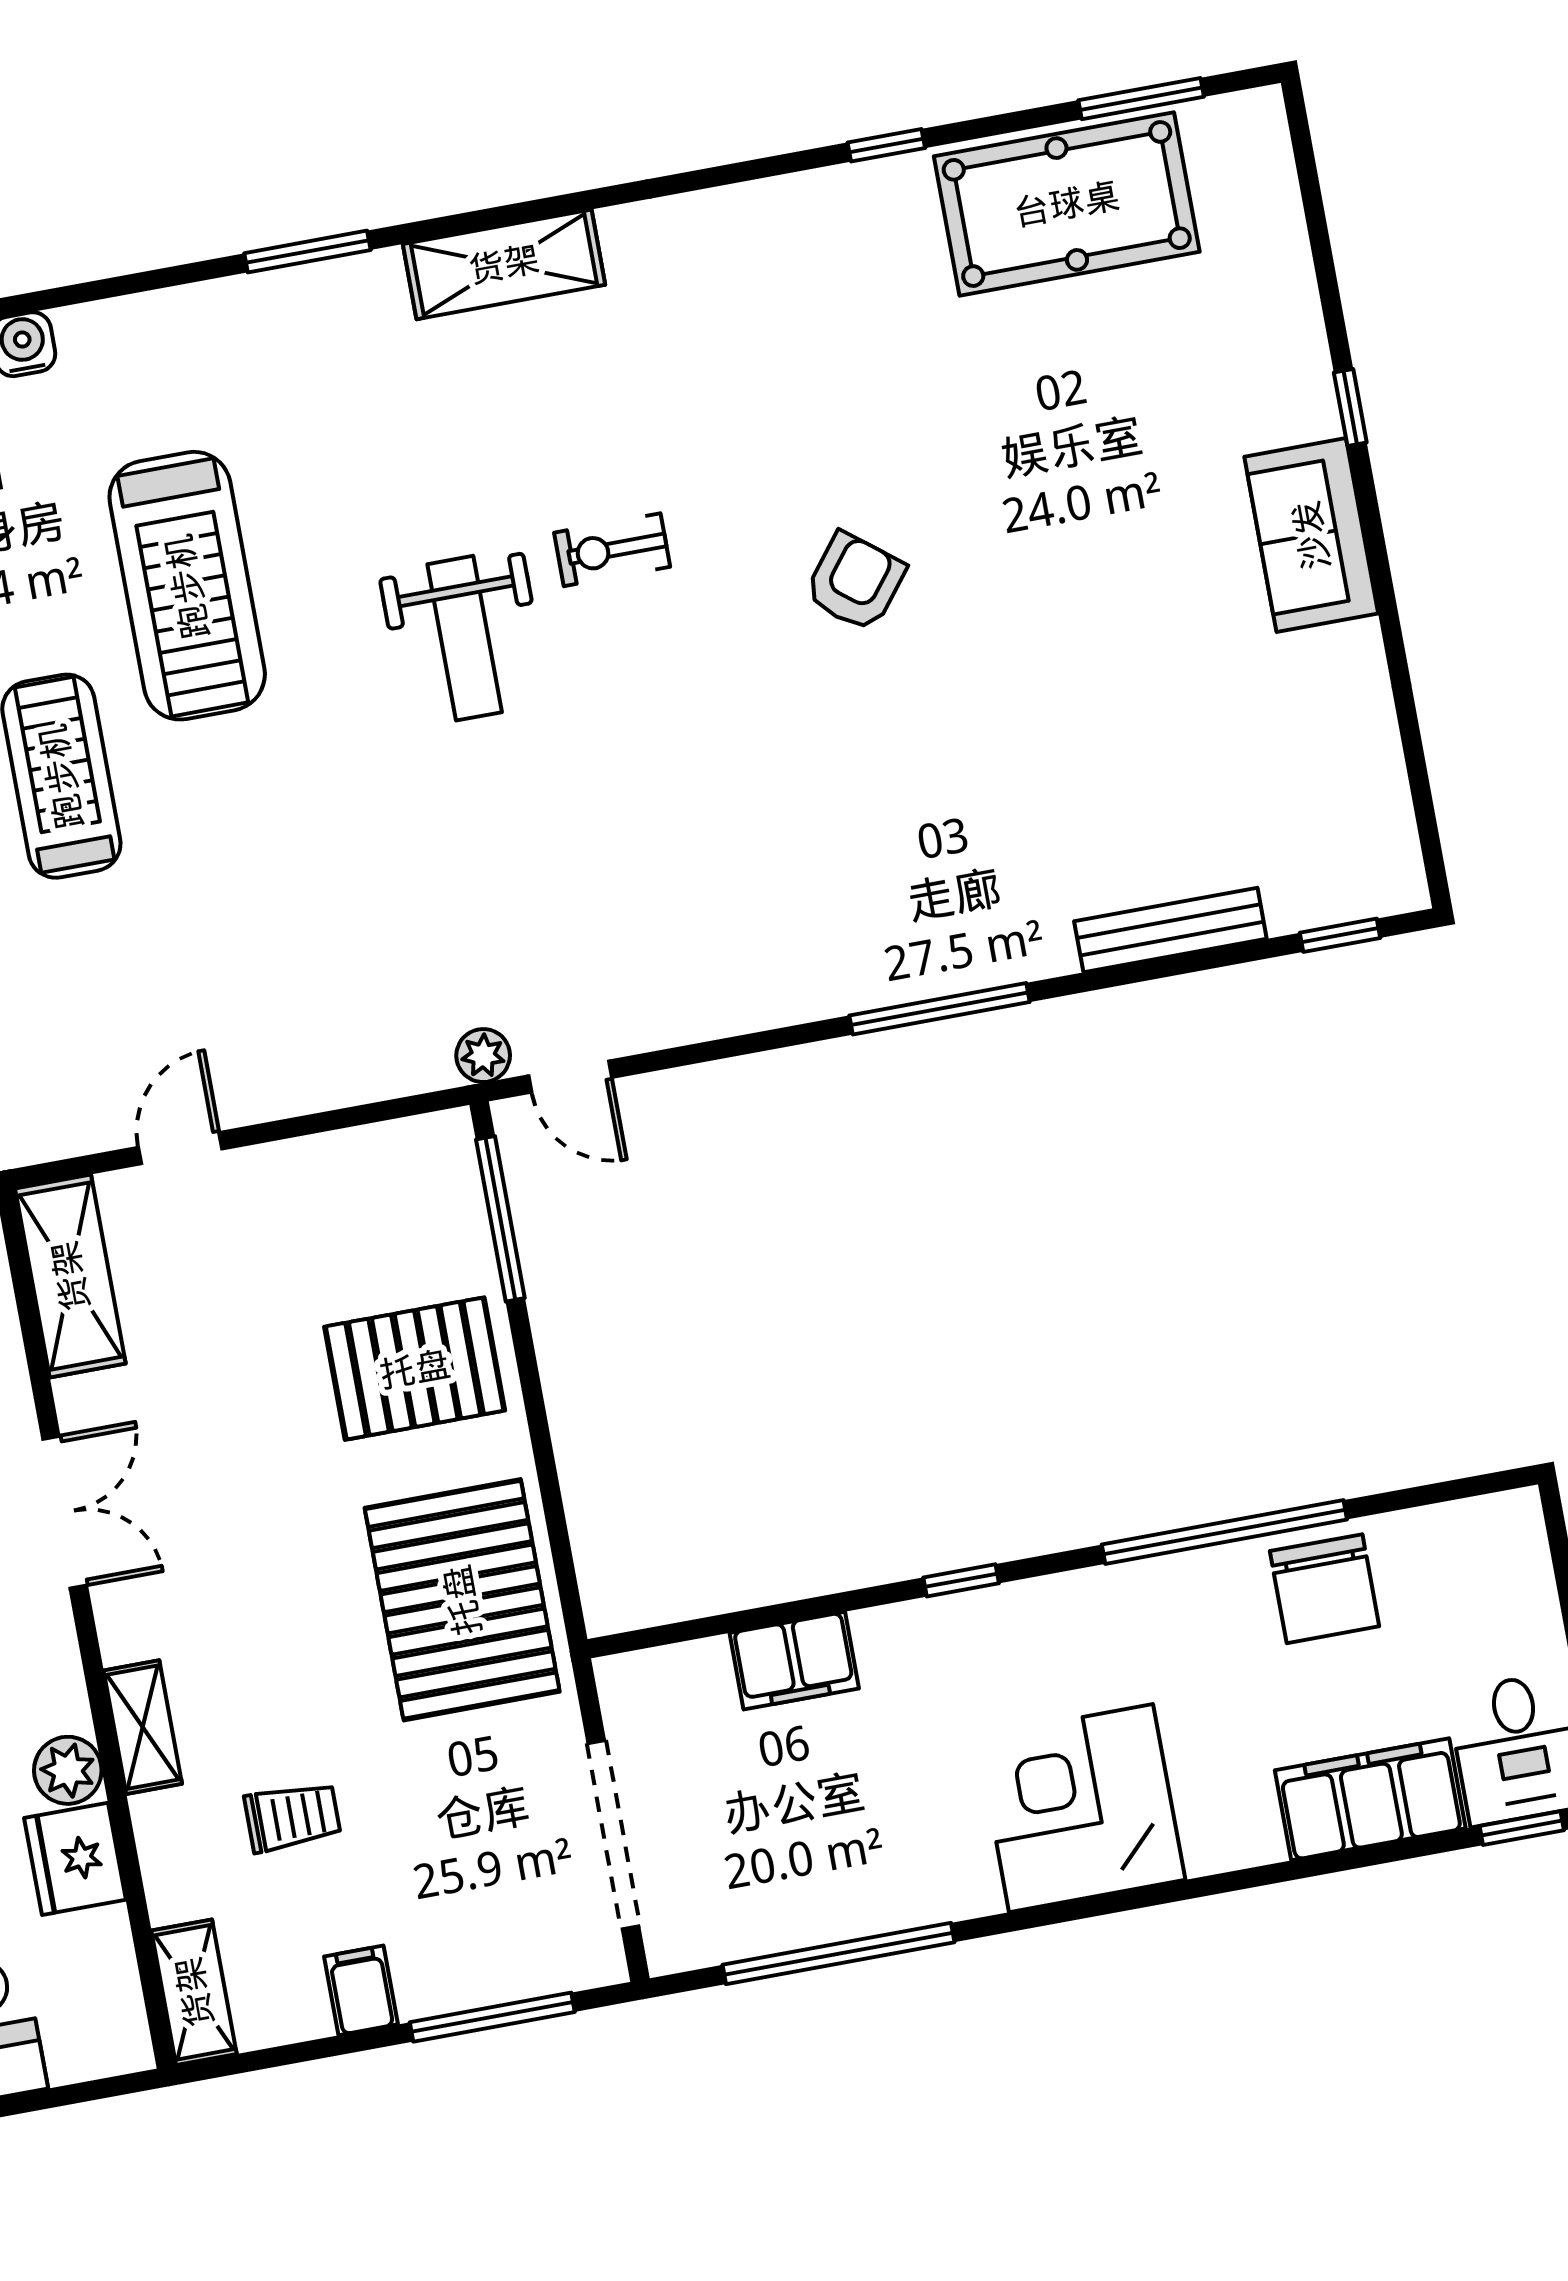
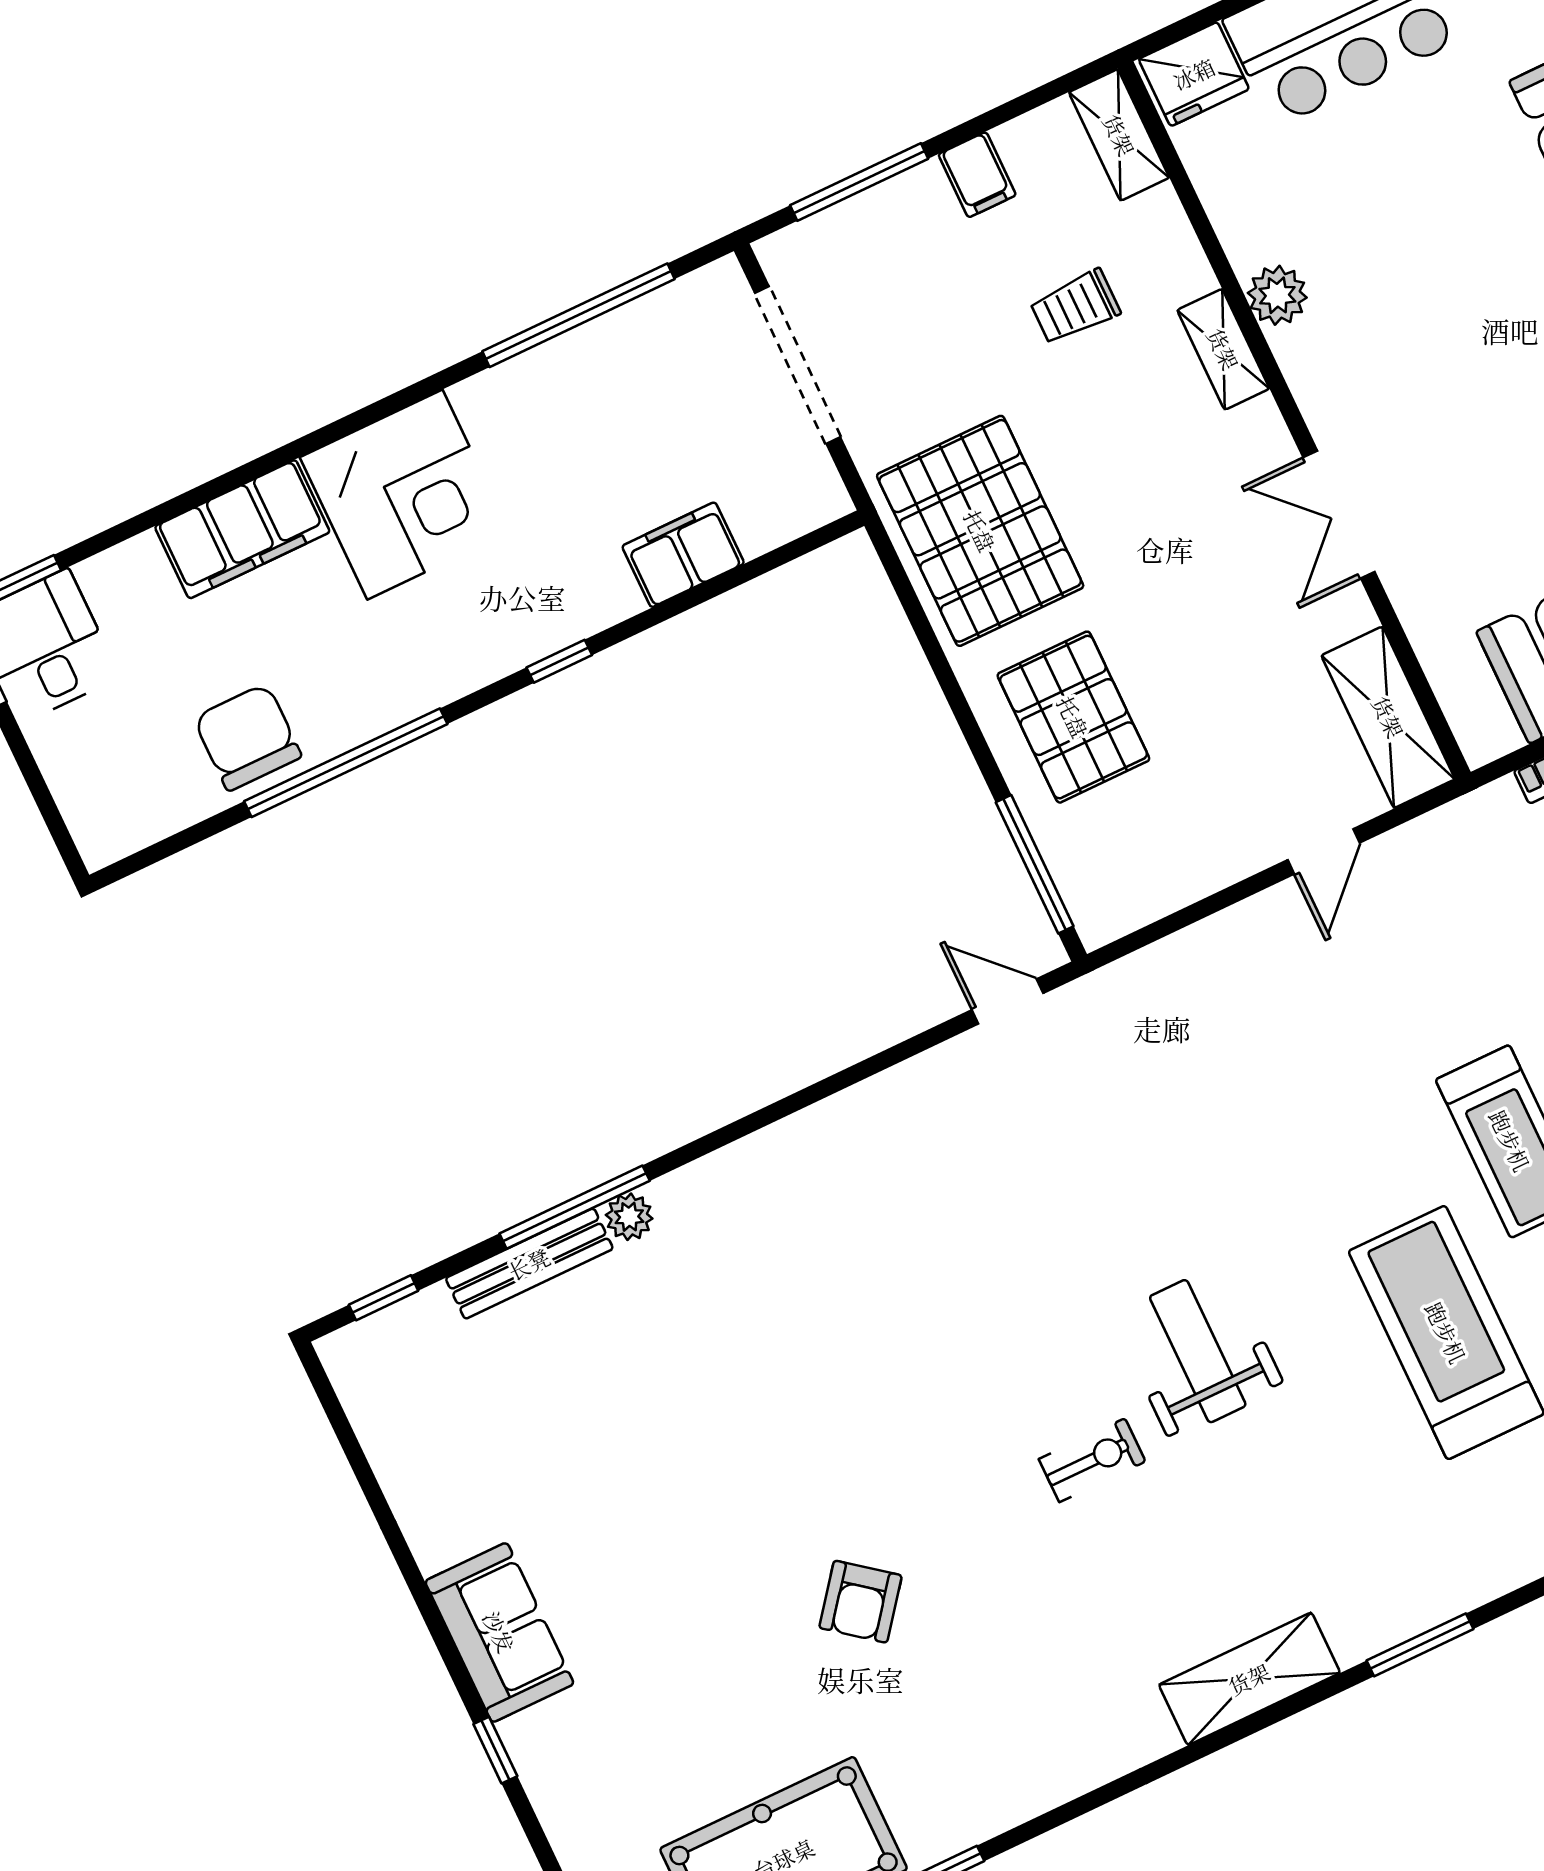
armchair: (855, 582) -> (860, 1602), moved
window: (939, 1009) -> (575, 1207), moved
plant: (483, 1056) -> (629, 1217), moved
pallet: (415, 1369) -> (1073, 717), turned 90
filing cabinet: (1370, 1799) -> (242, 529), moved
fridge: (75, 1859) -> (1194, 74), moved, turned 90

